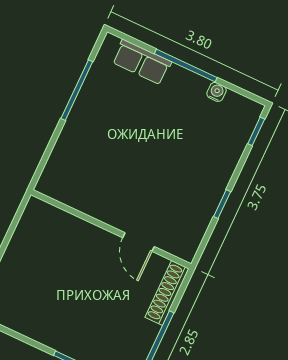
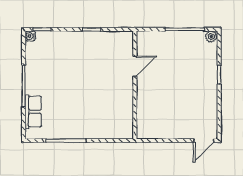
water cooler: (217, 92) -> (30, 36), moved
shoe rack: (167, 293) -> (156, 37), removed

